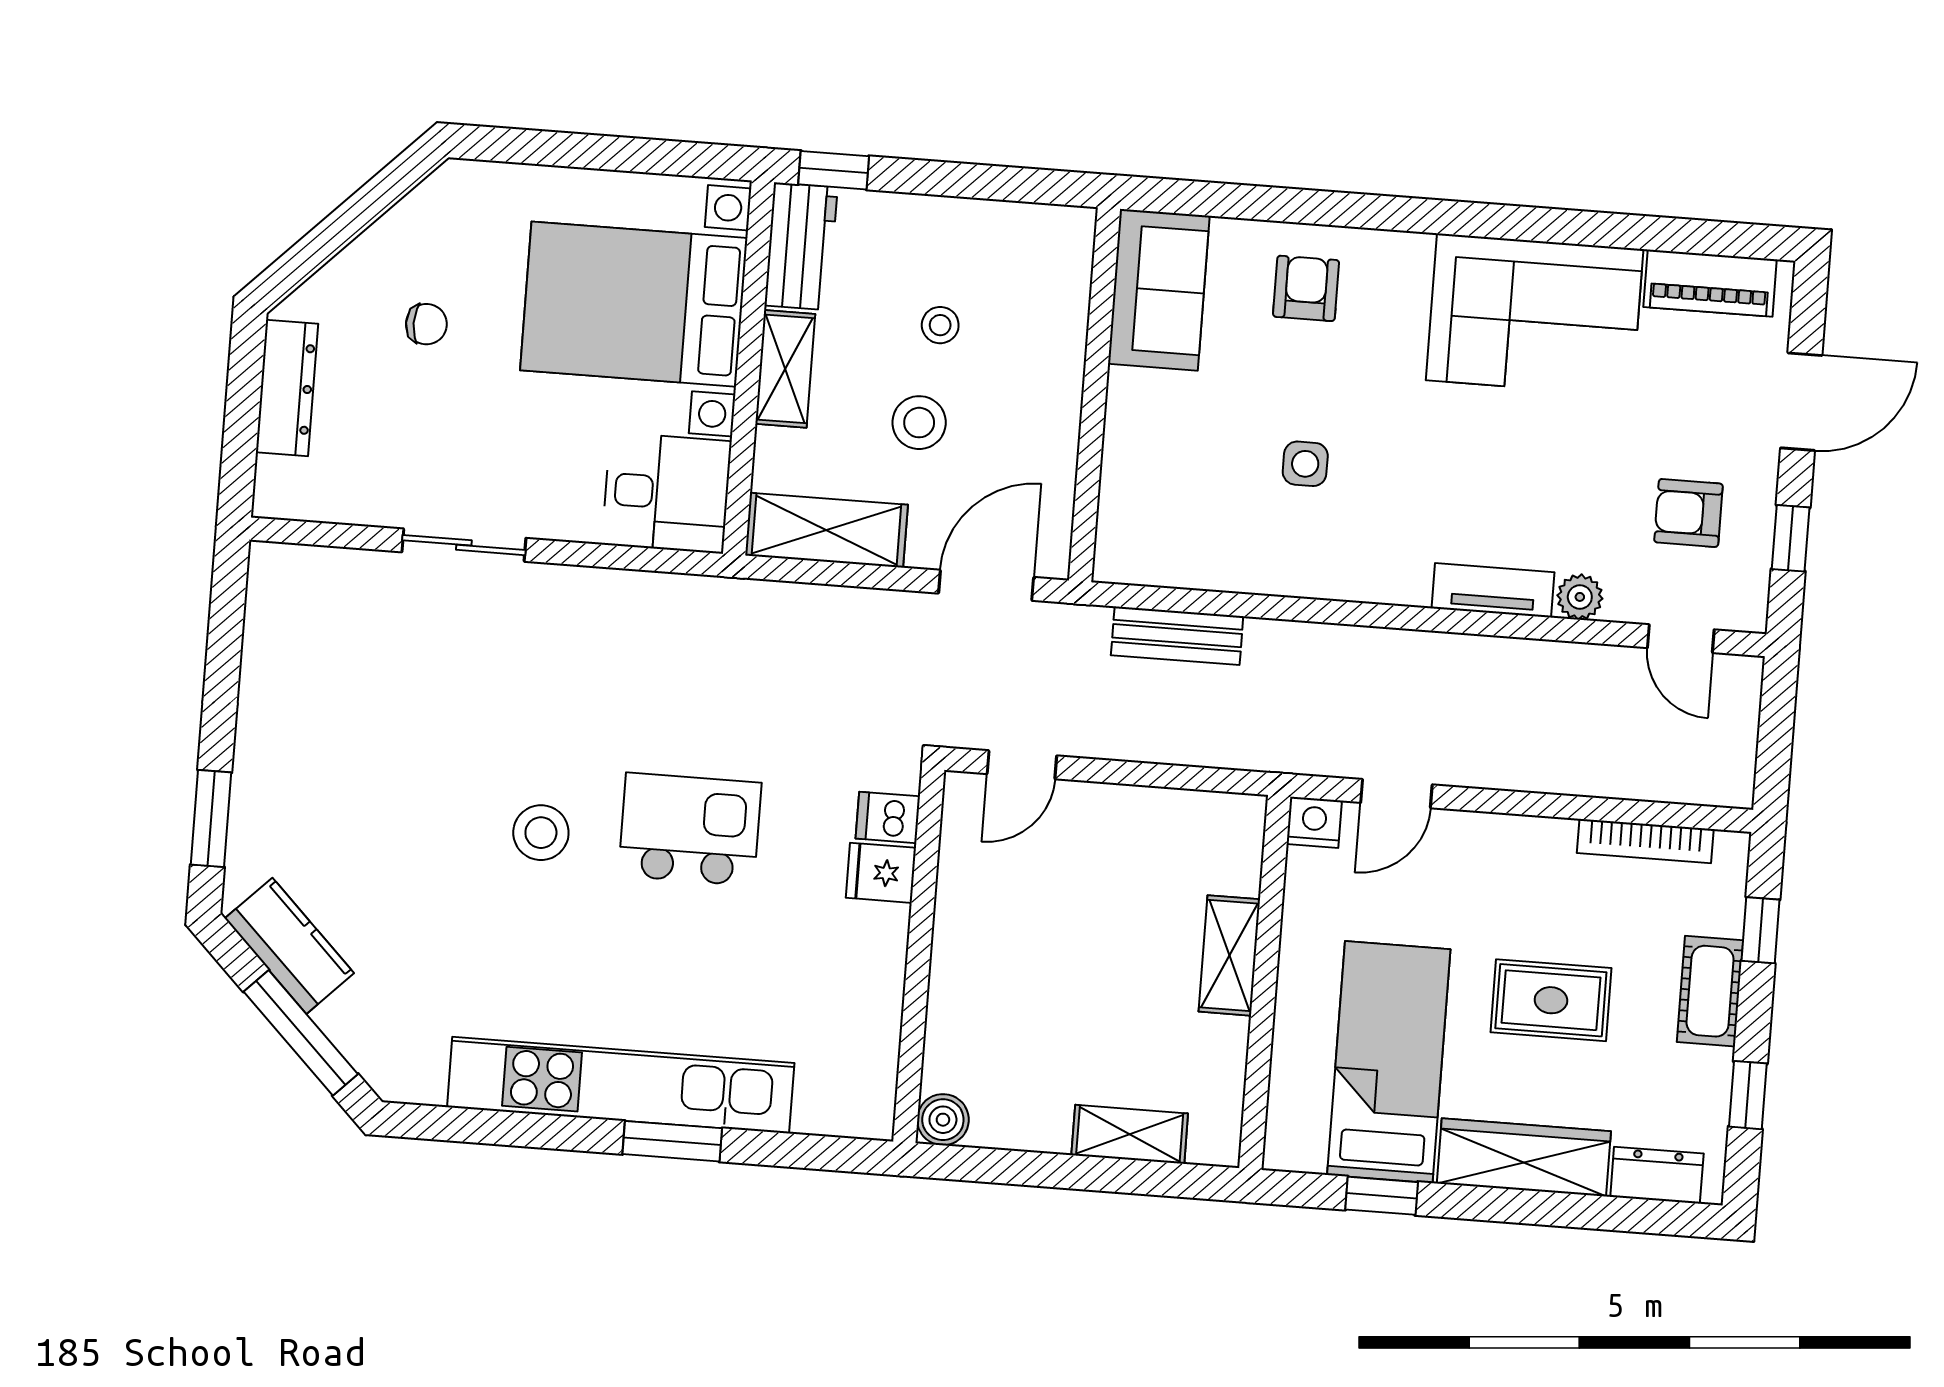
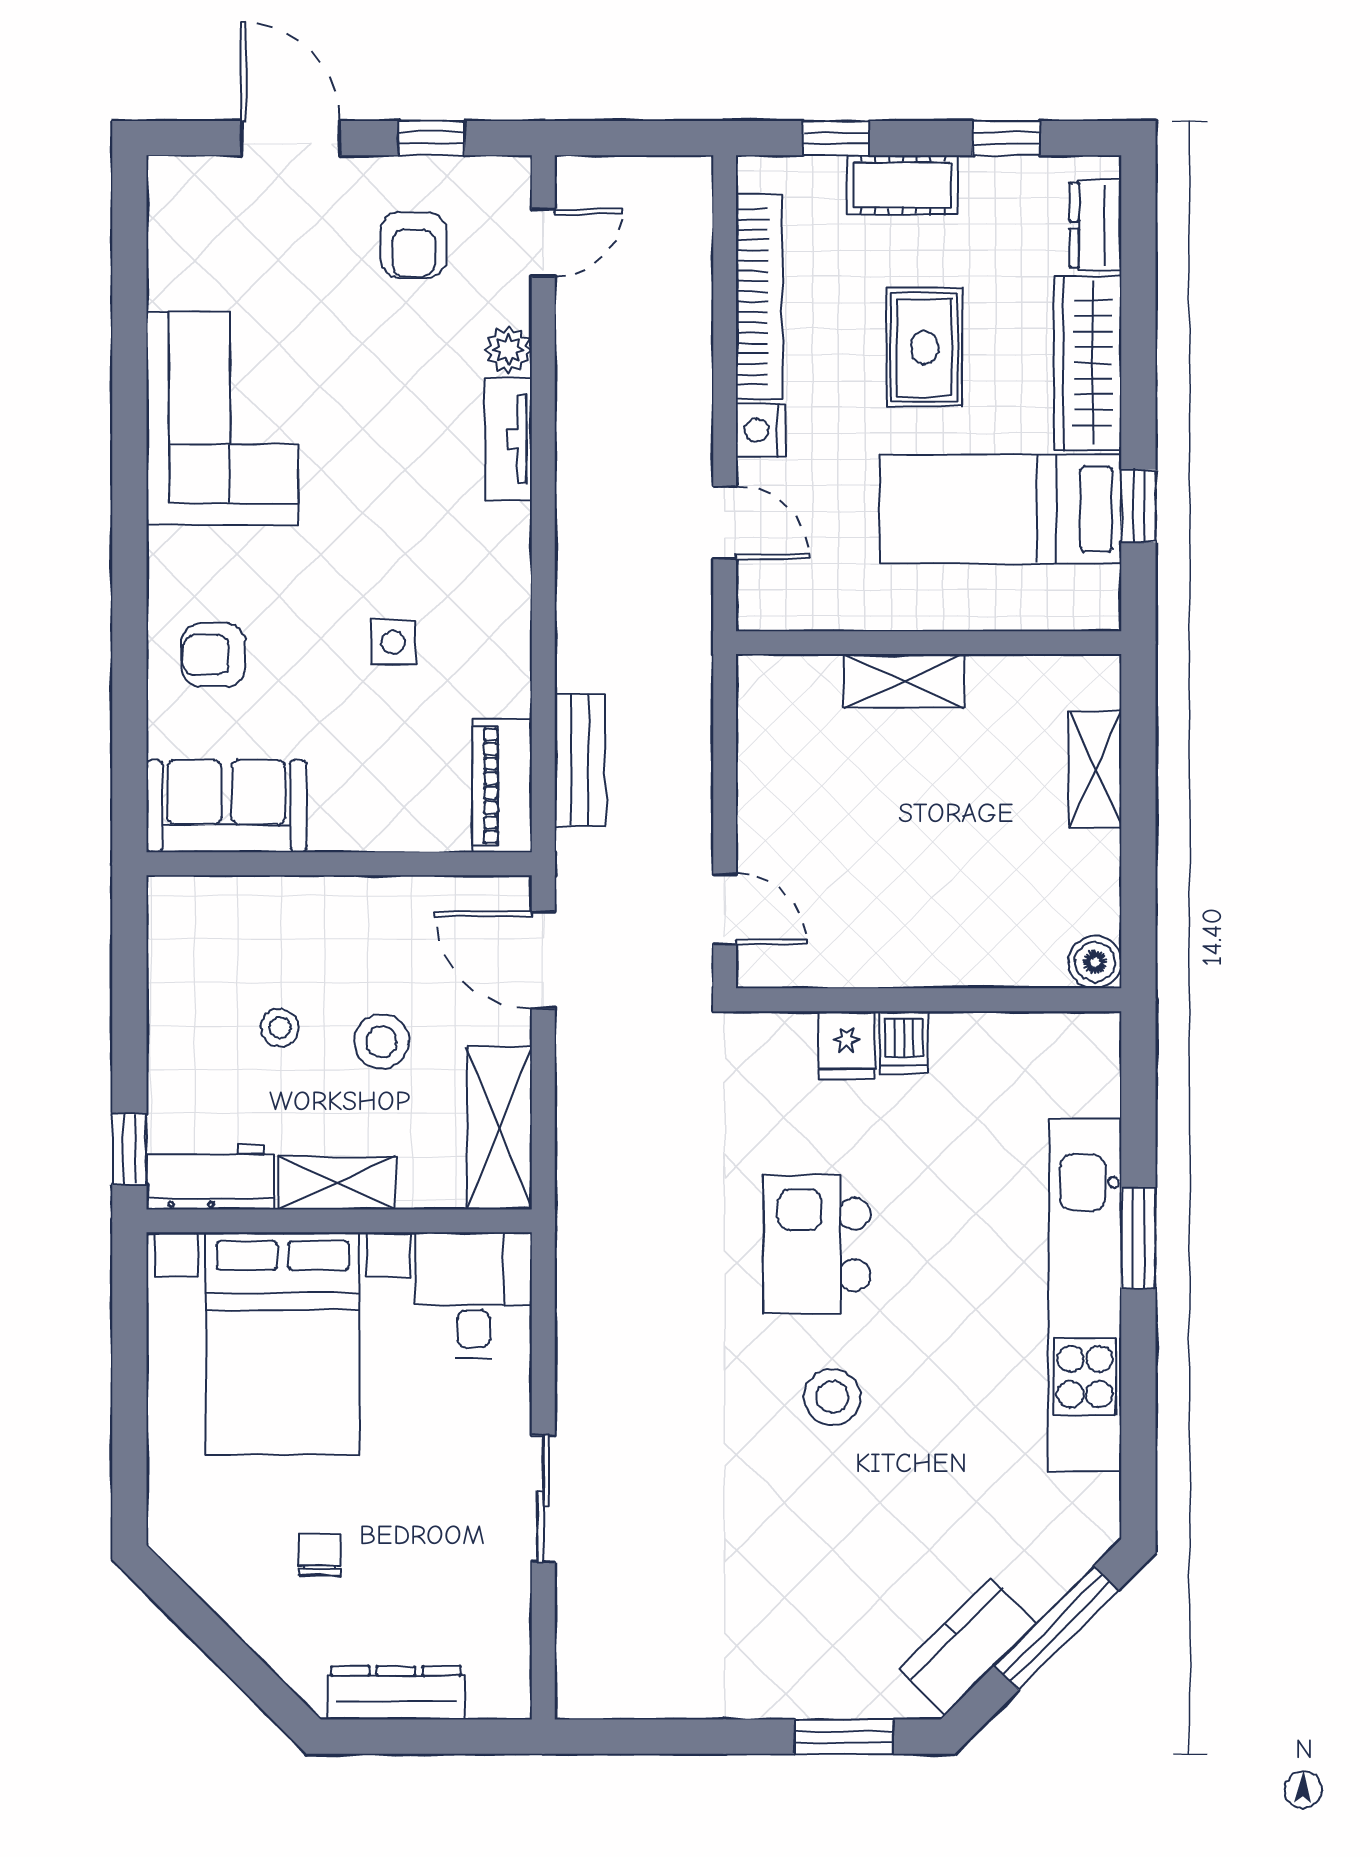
piano: (1710, 283) -> (502, 786), moved, turned 180
dishwasher: (888, 817) -> (904, 1042), moved
nightstand: (1314, 822) -> (761, 430), moved
bookcase: (1645, 841) -> (759, 297), width x1.48, depth x1.31

